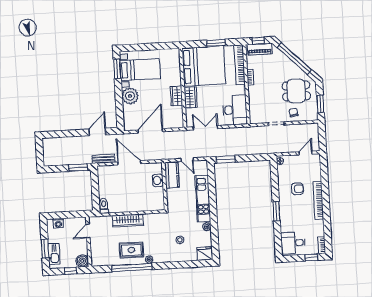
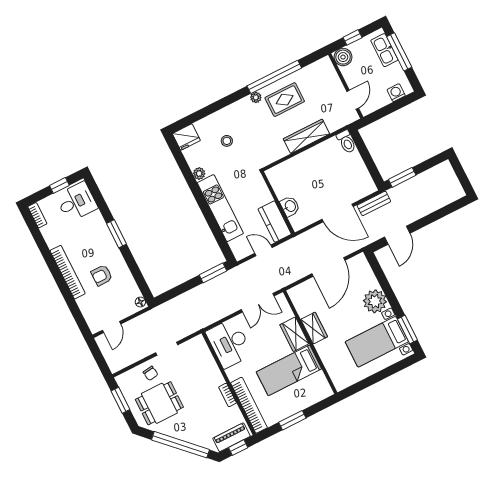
bed: (204, 66) -> (289, 370), width x0.49
window: (45, 249) -> (399, 52), width x1.44
window: (311, 257) -> (59, 185), moved

